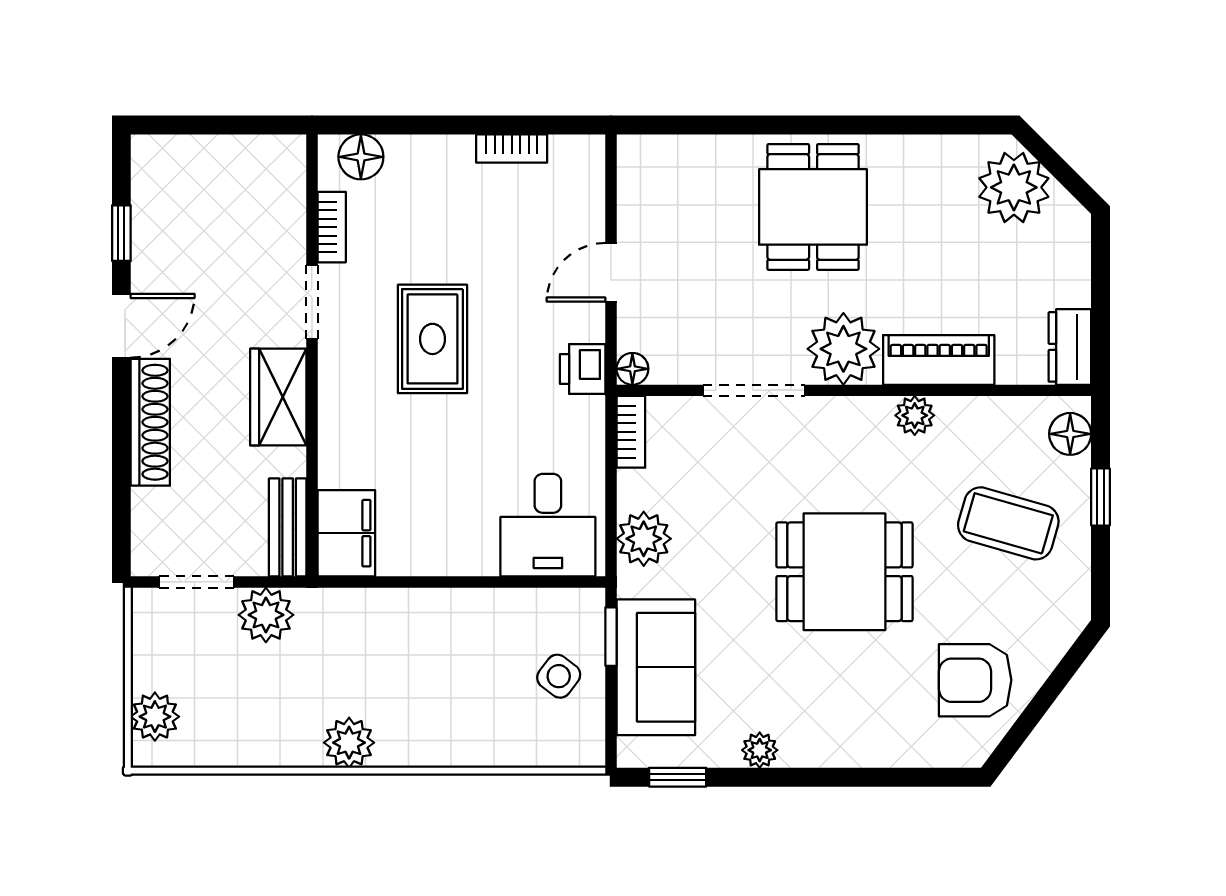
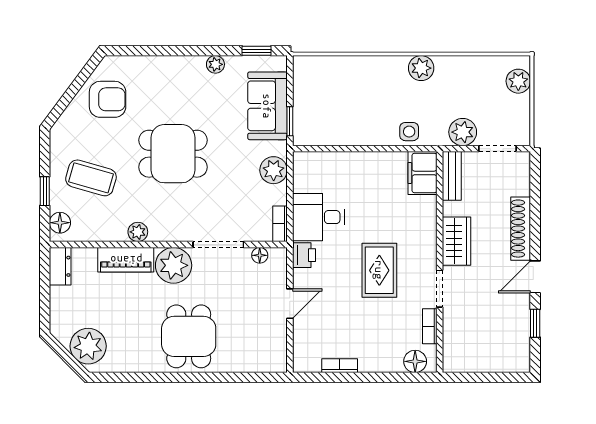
floor lamp: (632, 369) -> (260, 255), moved
desk: (548, 525) -> (318, 217), moved, turned -90
side table: (559, 676) -> (409, 132), moved, turned -37

